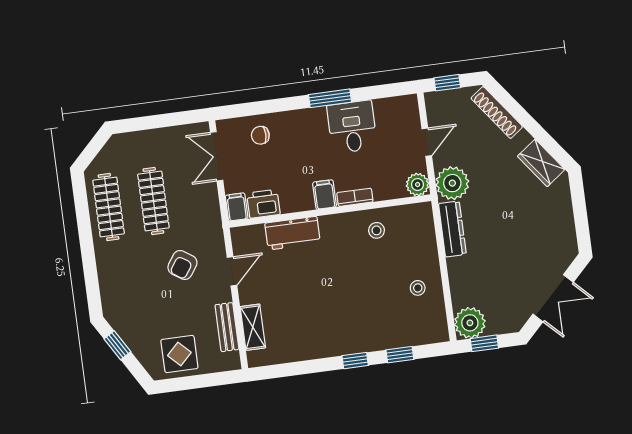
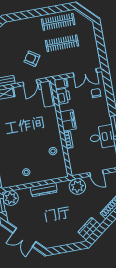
double door: (217, 156) -> (85, 73), swing flipped
plant: (418, 185) -> (76, 170), removed
filing cabinet: (325, 195) -> (68, 120), width x2.00
dresser: (452, 229) -> (44, 190), moved
workbench: (293, 233) -> (47, 94), moved
door: (232, 271) -> (30, 83), hinge flipped

